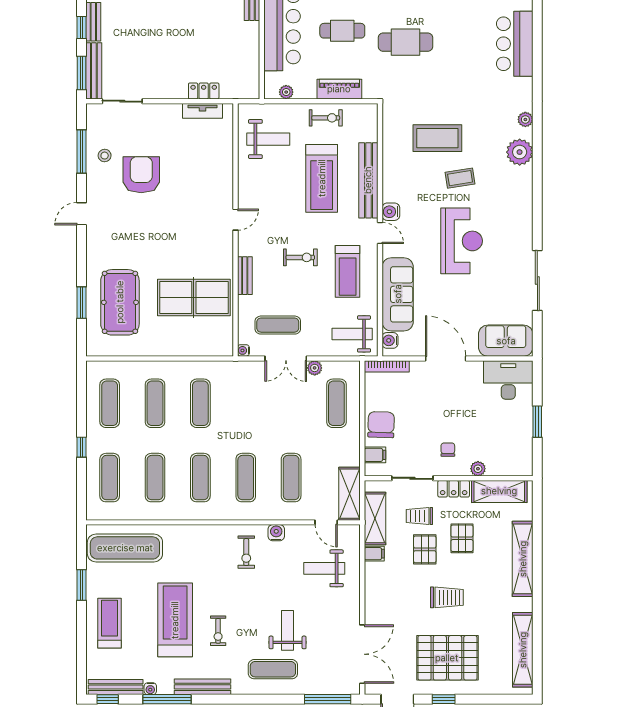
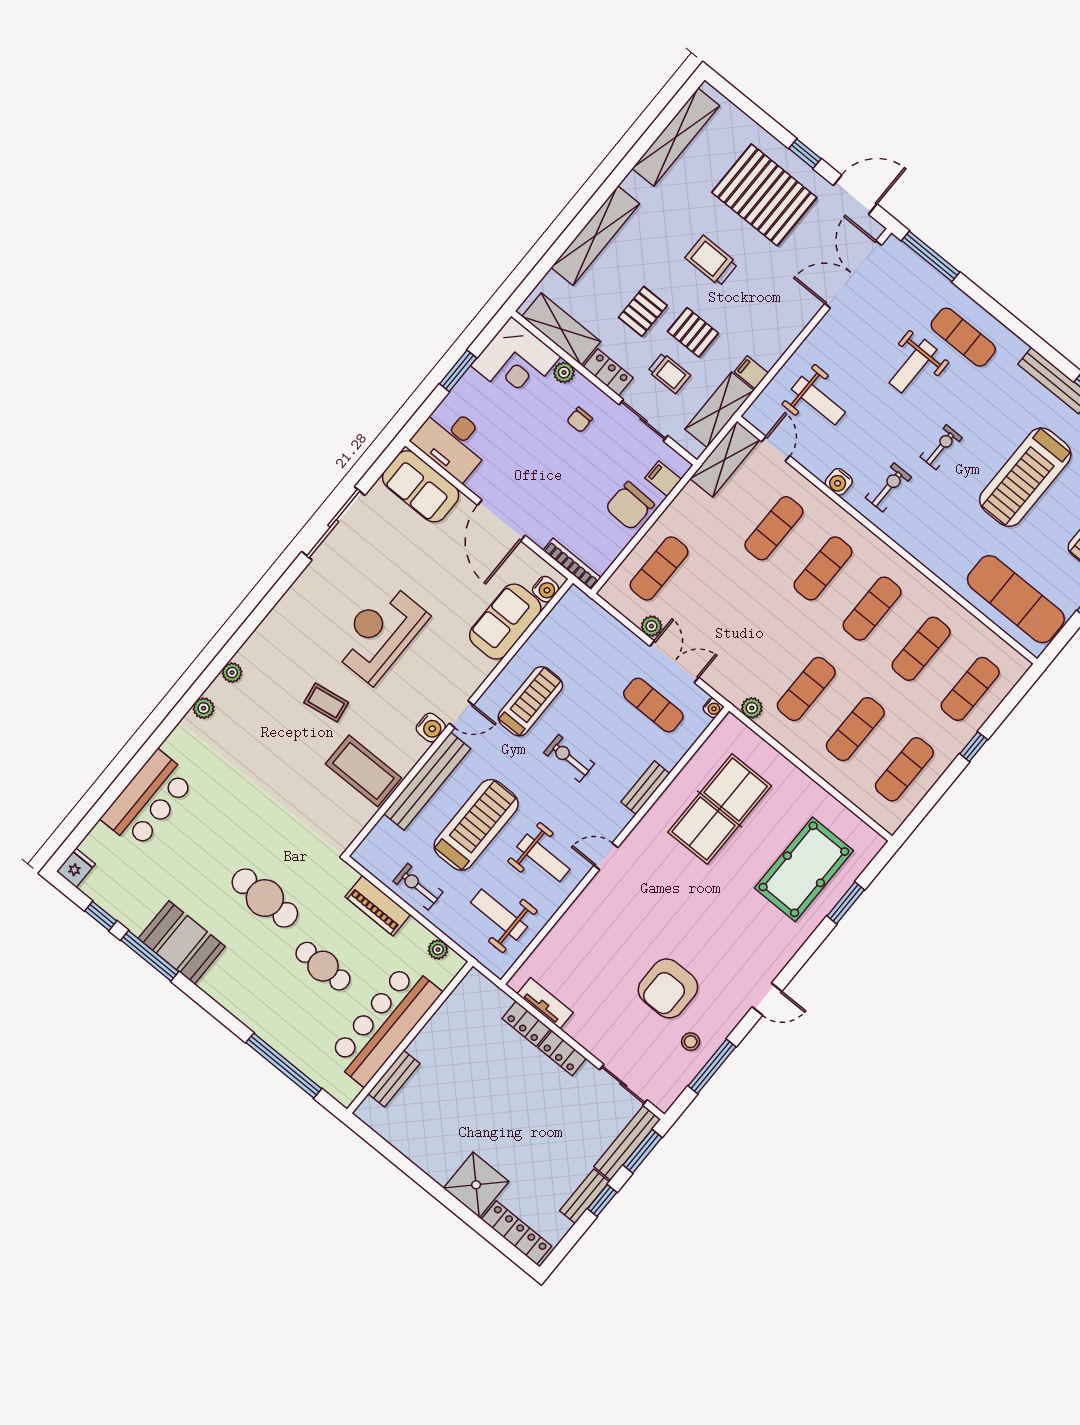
locker: (170, 91) -> (562, 1053), added
coffee table: (437, 138) -> (363, 771), moved
plant: (520, 152) -> (232, 673), width x0.53, depth x0.53
door: (380, 233) -> (461, 714), swing flipped
sofa: (398, 294) -> (505, 622), width x0.73
table tennis table: (194, 298) -> (720, 809), turned 90
weight bench: (352, 334) -> (543, 858), moved
plant: (222, 368) -> (752, 708), added
corner desk: (510, 453) -> (516, 361), added
pallet: (425, 549) -> (693, 332), turned 90
exercise bike: (218, 631) -> (941, 447), moved

